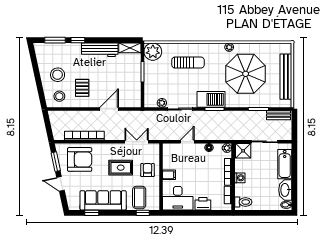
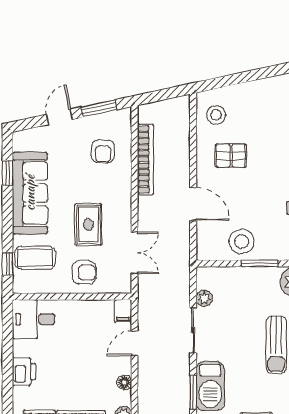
stool: (58, 75) -> (241, 241), moved
door: (187, 142) -> (135, 343), swing flipped
armchair: (80, 159) -> (103, 151), width x0.53, depth x0.53
filing cabinet: (169, 175) -> (123, 311), moved
desk: (178, 198) -> (34, 319), width x0.73

